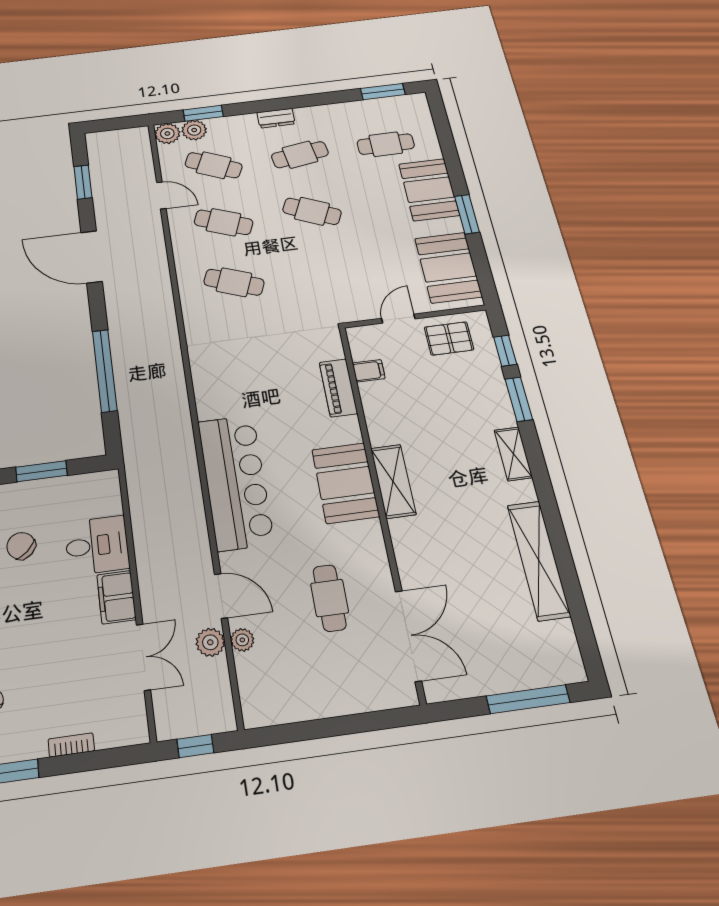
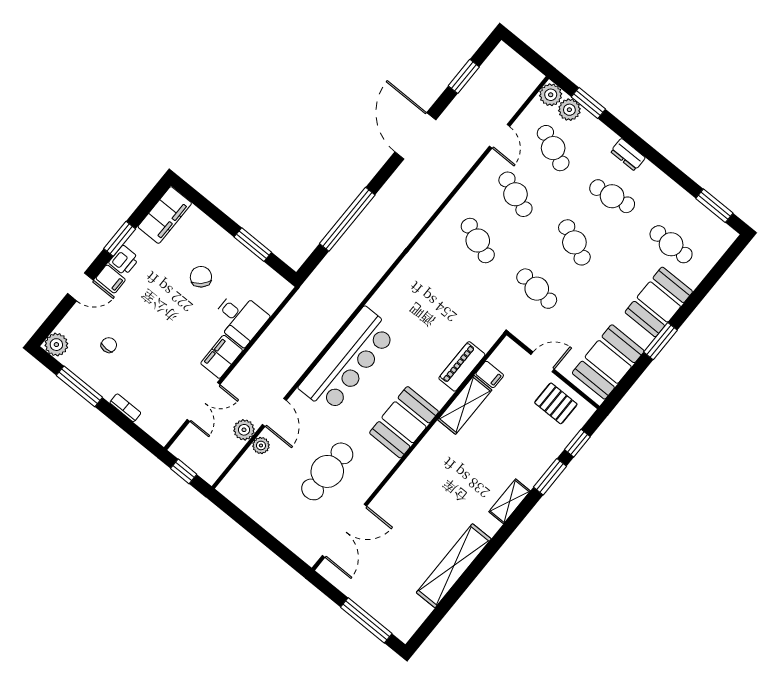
cafe table: (325, 271) -> (537, 289), added
shelving: (393, 481) -> (465, 405), moved
cafe table: (330, 598) -> (327, 471), width x1.37, depth x1.35

